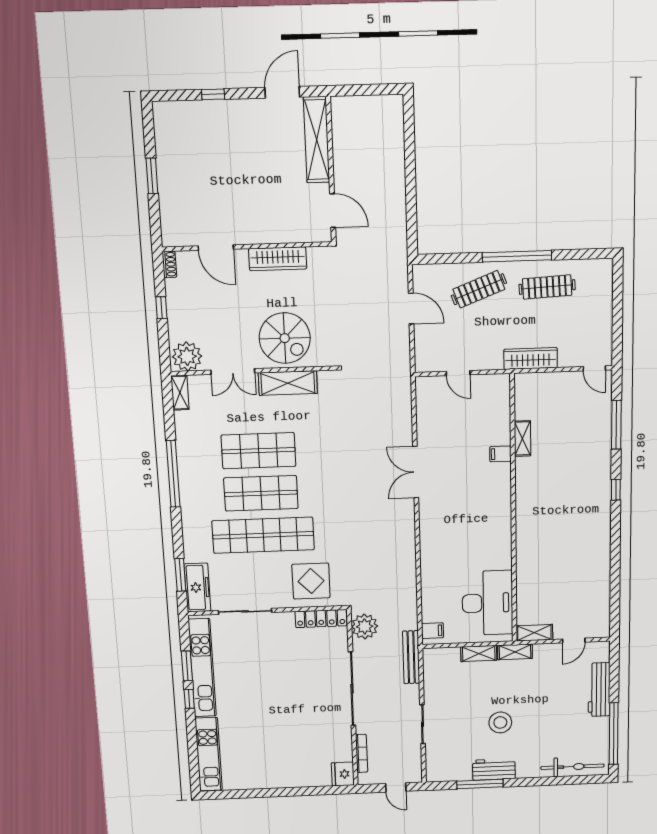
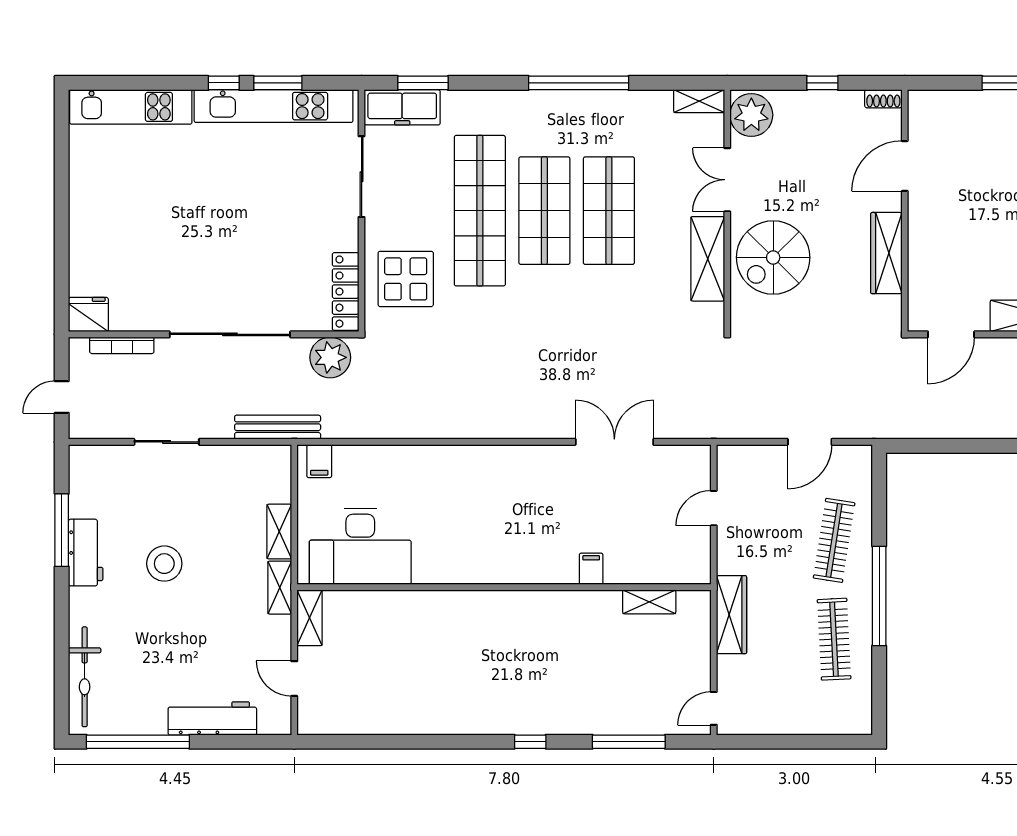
clothes rail: (479, 289) -> (834, 540), turned 30
shelving: (522, 439) -> (649, 602), moved
double door: (416, 472) -> (614, 442), moved

